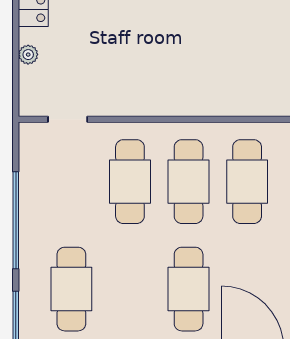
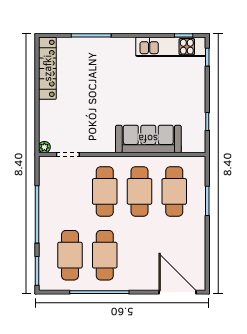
plant: (28, 55) -> (44, 147), moved
sofa: (203, 93) -> (148, 139), added
cafe table: (189, 289) -> (105, 255), moved

